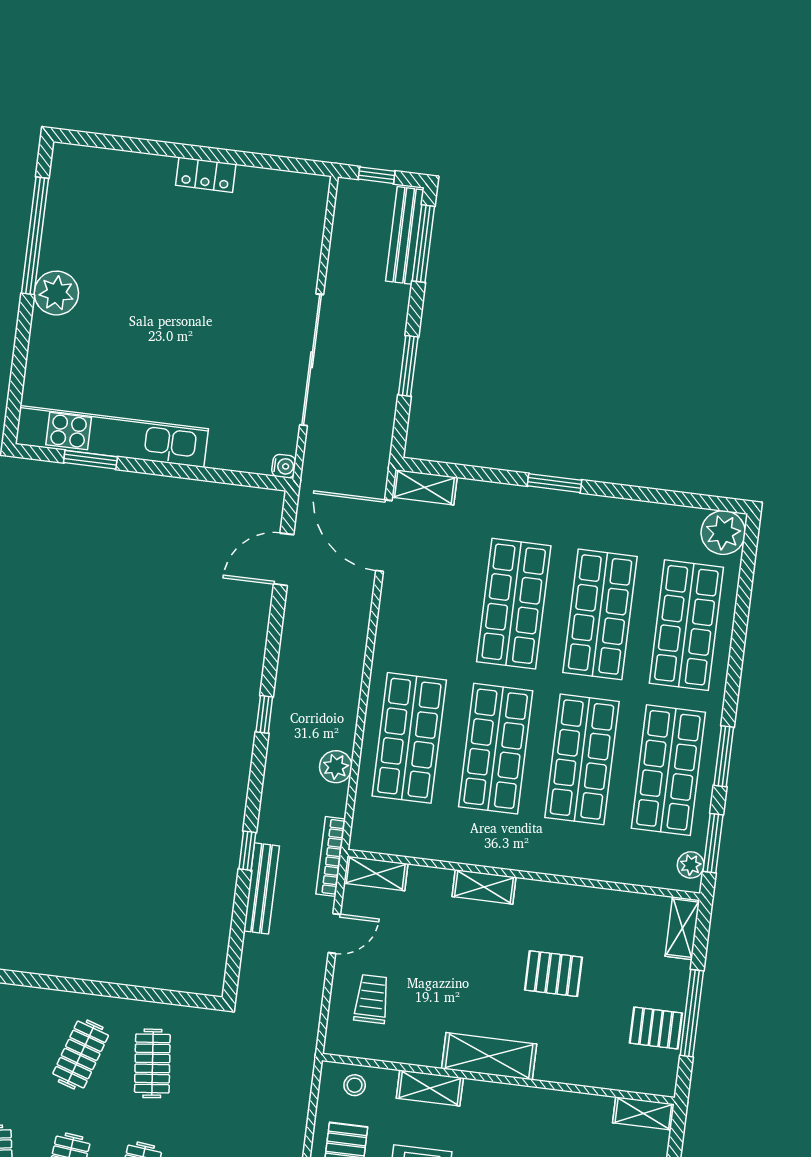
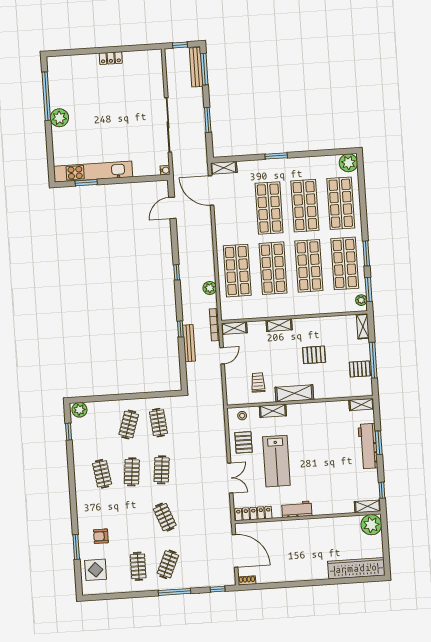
trolley: (372, 999) -> (258, 382), moved

